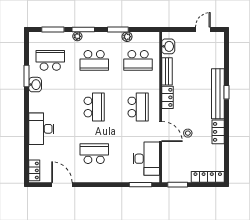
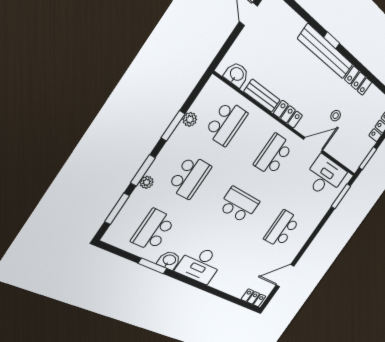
school desk: (138, 107) -> (274, 155), turned -90
desk: (41, 129) -> (200, 265), moved

